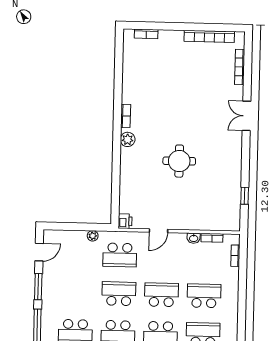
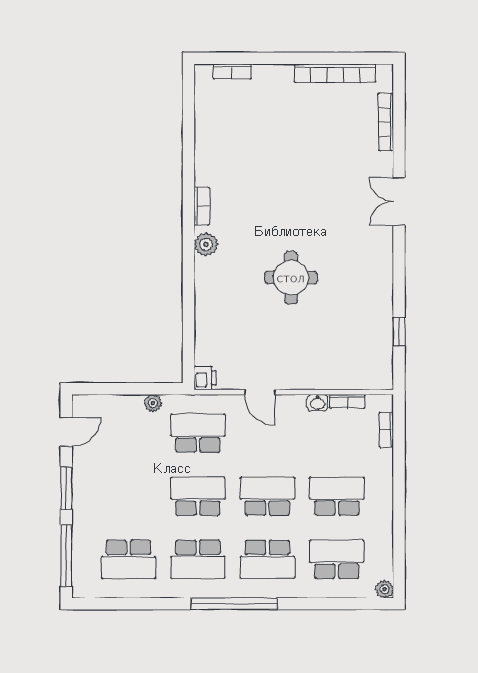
door: (158, 231) -> (260, 392), hinge flipped
school desk: (120, 255) -> (198, 433), turned 180

